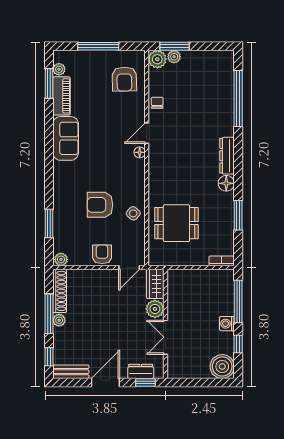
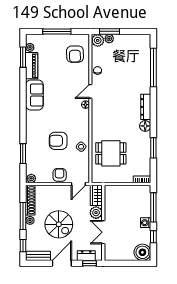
spiral stairs: (101, 326) -> (59, 224), added

